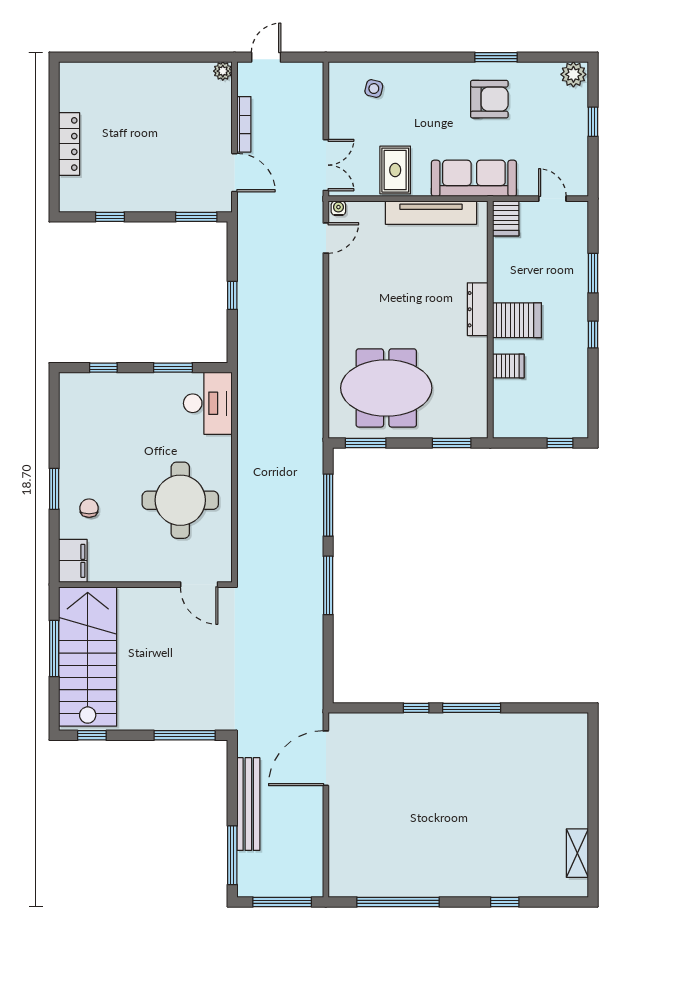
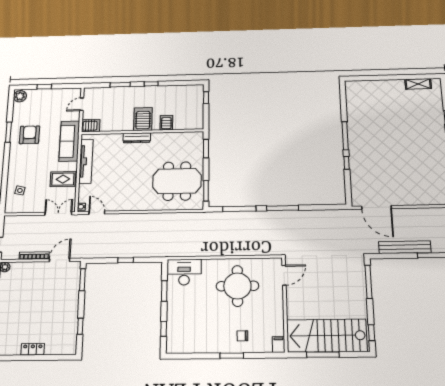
locker: (69, 144) -> (33, 349), width x0.66
meeting table: (386, 388) -> (177, 181), turned 90
filing cabinet: (73, 561) -> (279, 344), width x0.50

